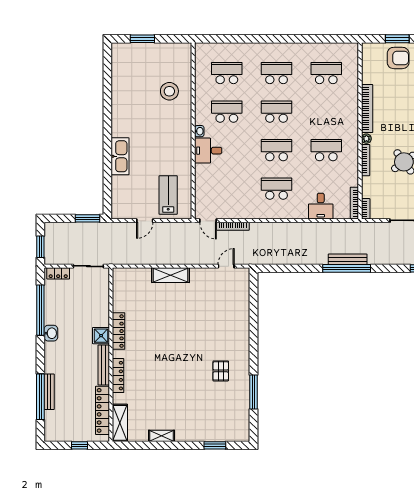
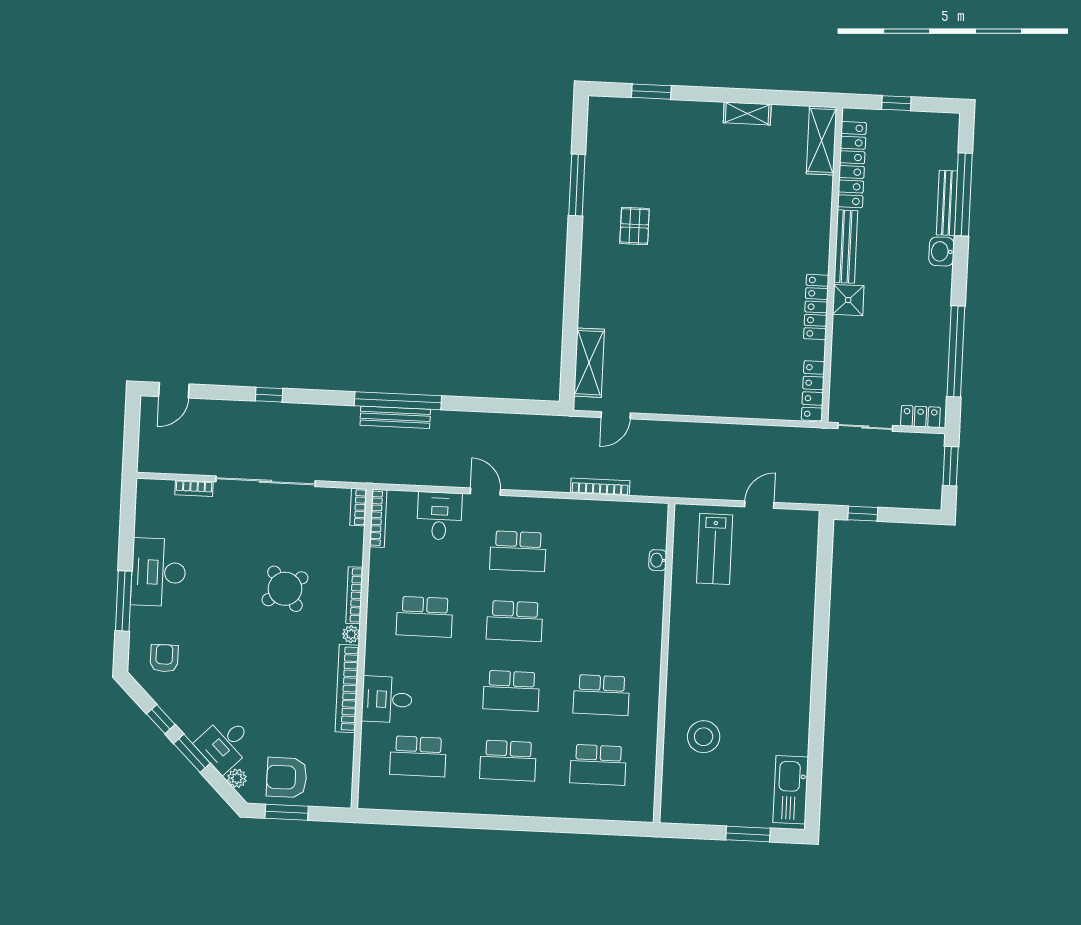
washbasin: (199, 131) -> (658, 560), moved
desk: (208, 151) -> (387, 699), moved, turned 180
kitchen sink: (120, 156) -> (791, 790), moved
window: (87, 218) -> (863, 514), width x0.67
door: (208, 221) -> (485, 492), moved
shelving: (171, 275) -> (589, 363), moved, turned 90
washbasin: (51, 333) -> (941, 251), moved
locker: (118, 376) -> (813, 391), moved

